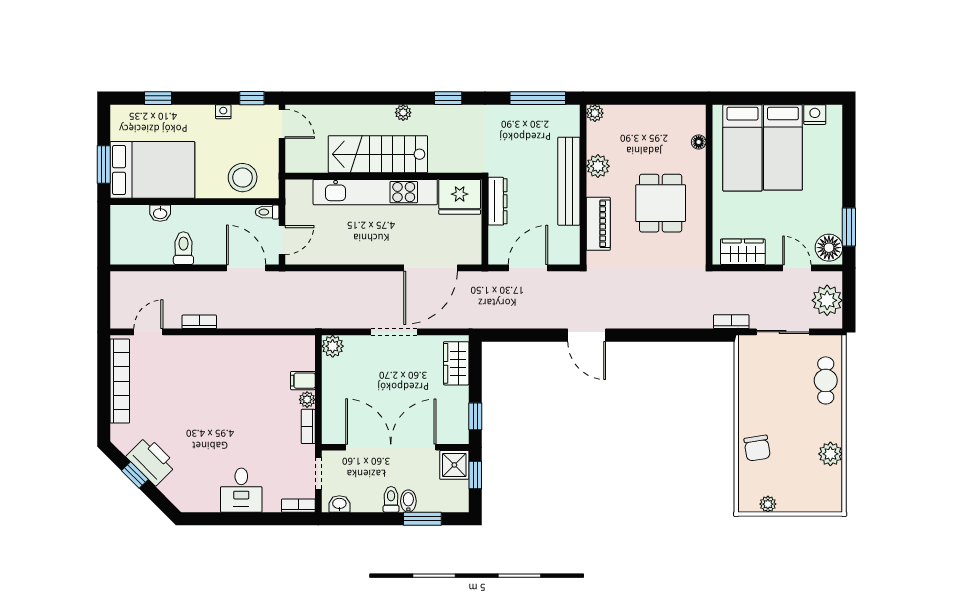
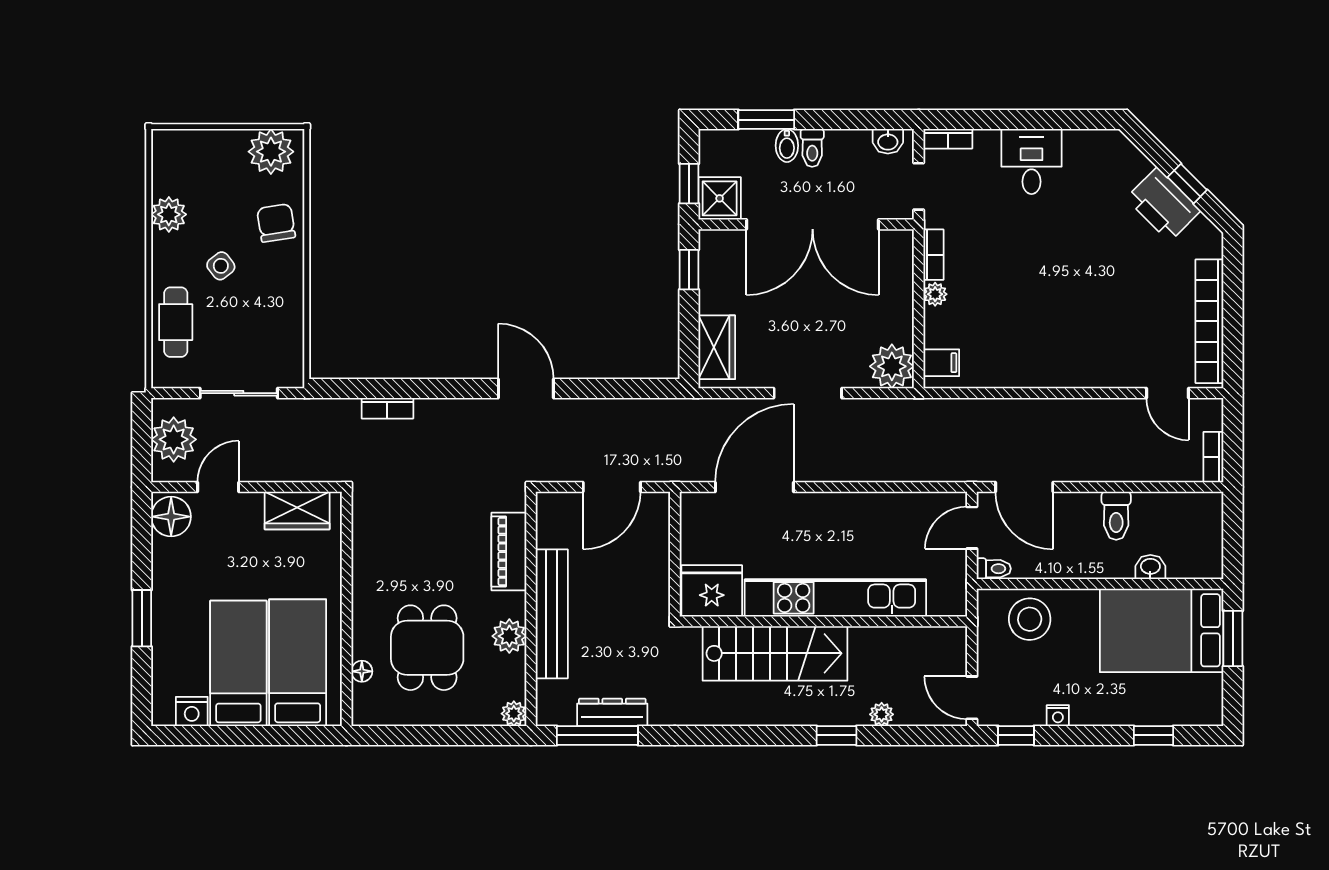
window: (448, 98) -> (836, 735), moved
plant: (403, 113) -> (882, 714), moved
stairs: (378, 154) -> (775, 653), moved
dresser: (497, 201) -> (612, 712), moved, turned 90
dining table: (661, 203) -> (427, 648), moved
window: (849, 227) -> (142, 618), moved
door: (797, 268) -> (218, 487), swing flipped
bookcase: (199, 322) -> (1213, 457), moved, turned 90
bookcase: (731, 322) -> (387, 408), moved
door: (148, 332) -> (1167, 393), hinge flipped
plant: (333, 346) -> (892, 366), width x1.36, depth x1.36
filing cabinet: (303, 381) -> (941, 363), moved
side table: (795, 419) -> (221, 266), added
plant: (768, 504) -> (271, 152), width x1.88, depth x1.88

